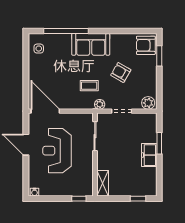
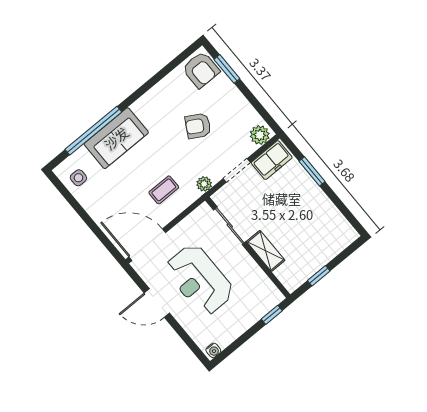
sofa: (91, 44) -> (116, 138), moved
armchair: (146, 45) -> (201, 70), turned -90
coffee table: (89, 86) -> (164, 190), moved
freezer: (149, 155) -> (272, 160), moved, turned -90
shelving: (103, 183) -> (266, 251), moved
window: (138, 199) -> (319, 276), moved

